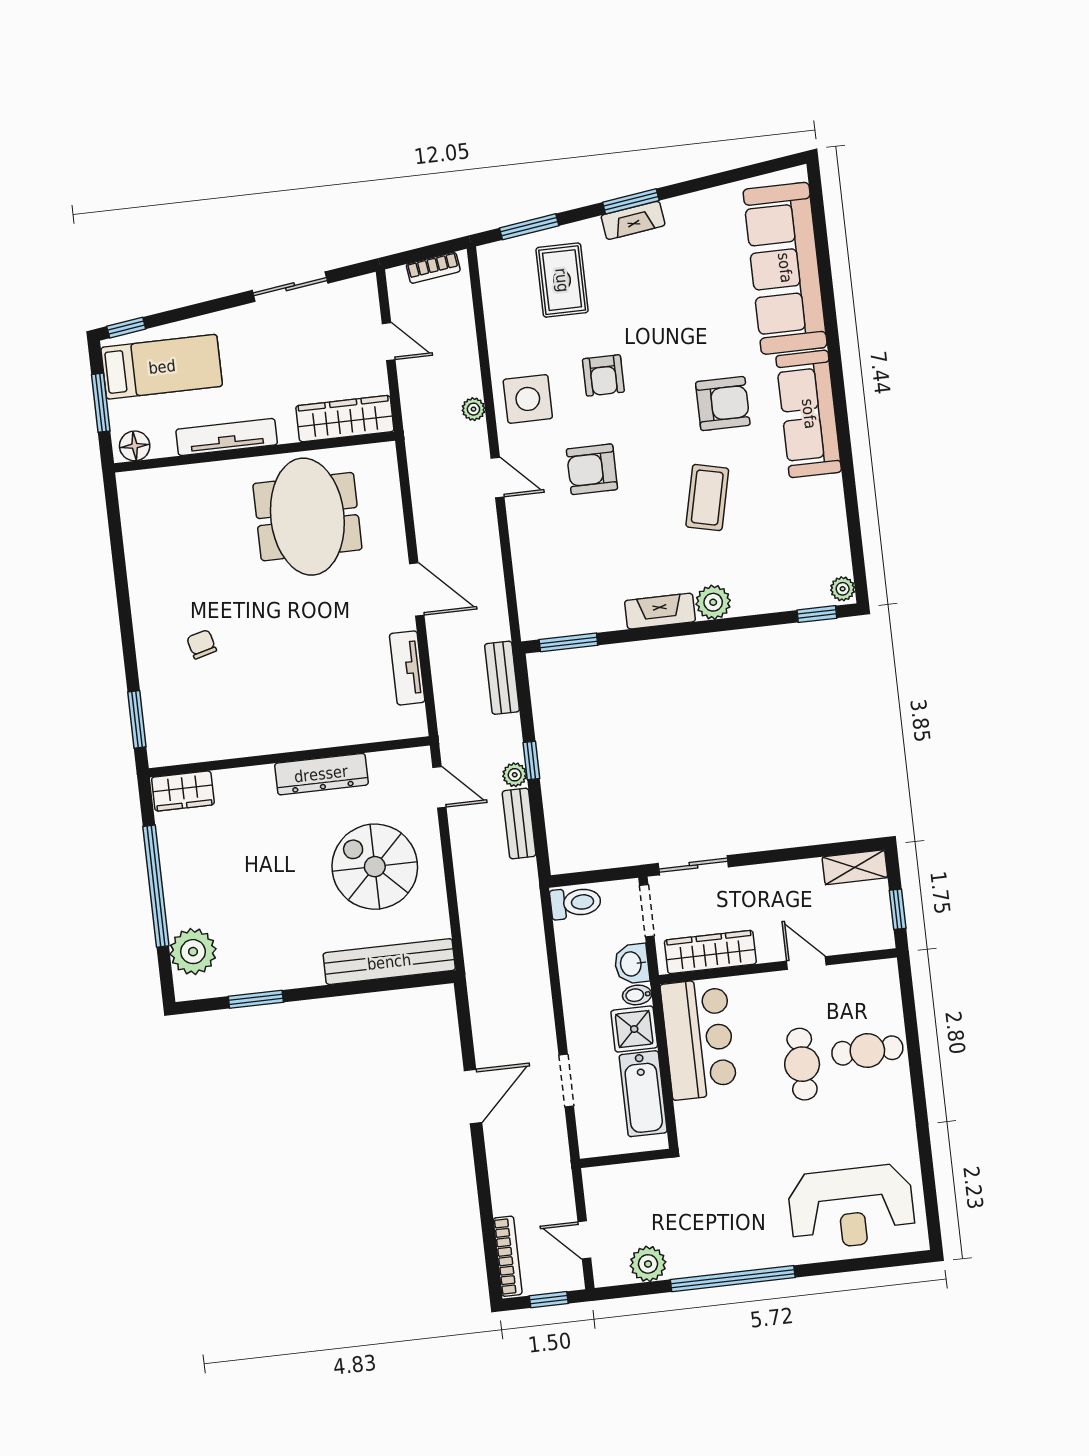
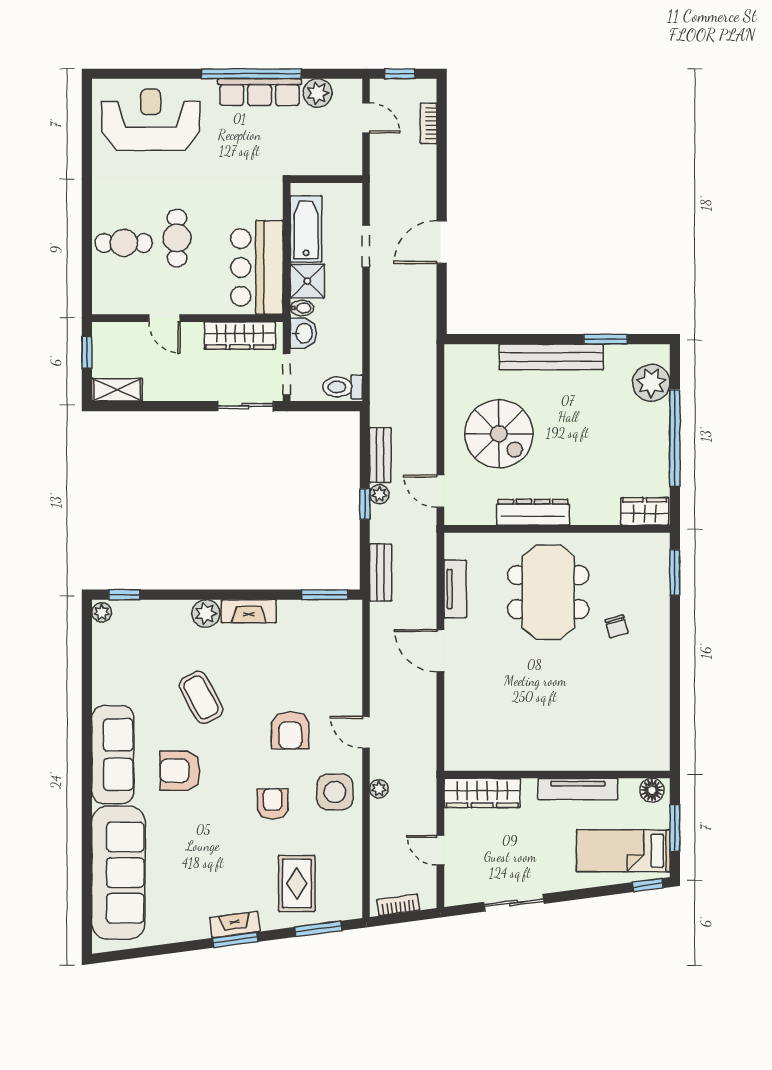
armchair: (592, 469) -> (290, 730), turned 90
coffee table: (707, 498) -> (201, 697), turned -41
meeting table: (307, 517) -> (548, 592), moved
bench: (389, 962) -> (551, 357), moved
bookcase: (508, 1256) -> (429, 123), width x0.64
row of seats: (720, 1257) -> (260, 92), added

